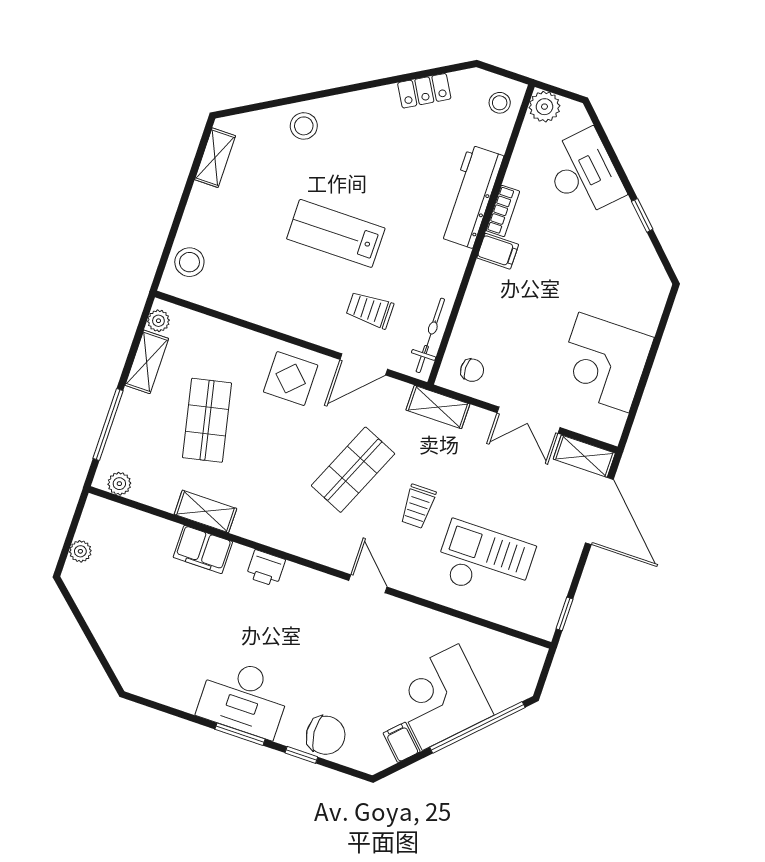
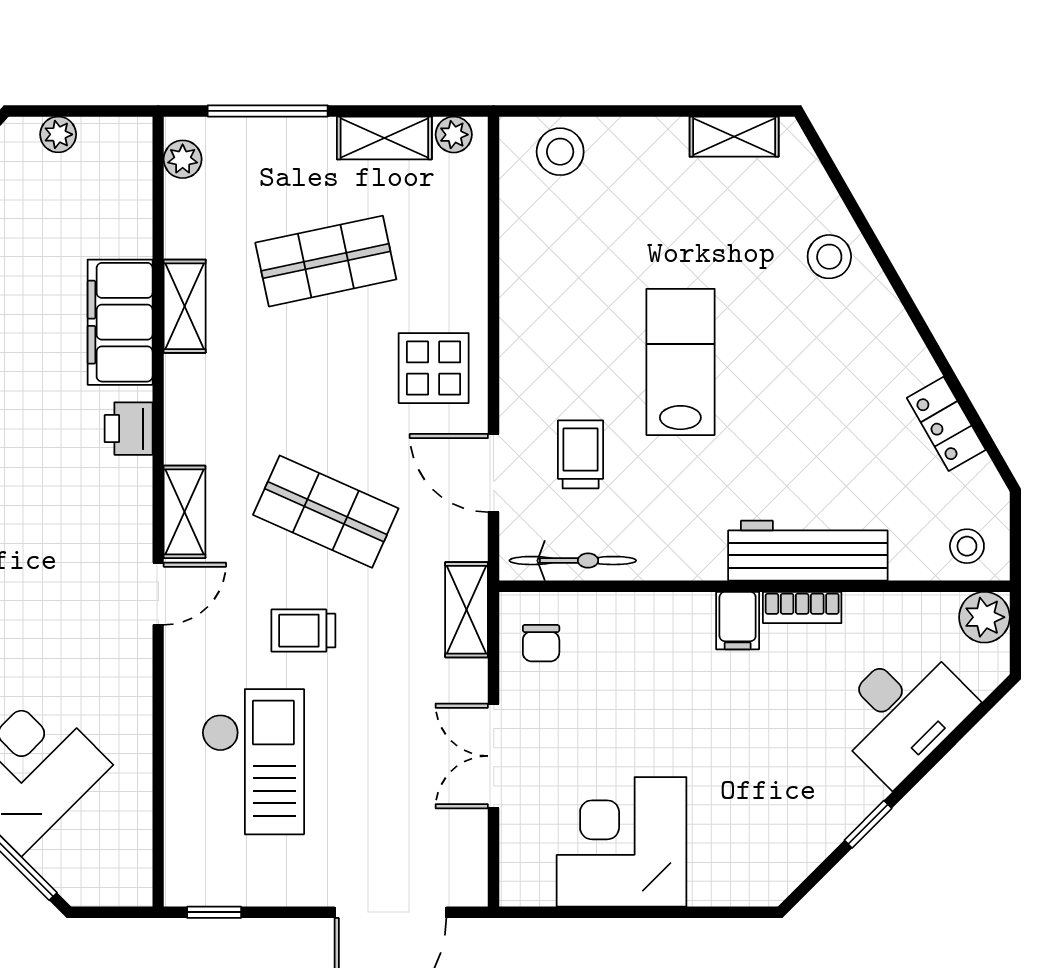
shelving: (584, 456) -> (185, 512), moved
filing cabinet: (203, 550) -> (120, 322), width x1.50, depth x1.17

